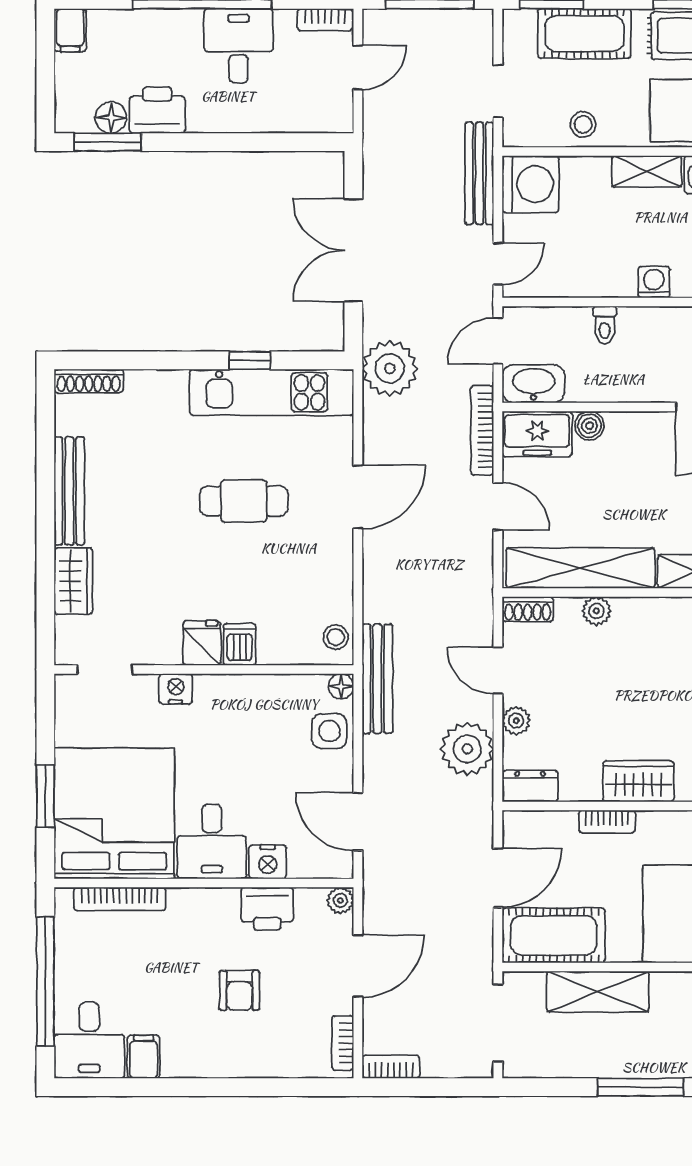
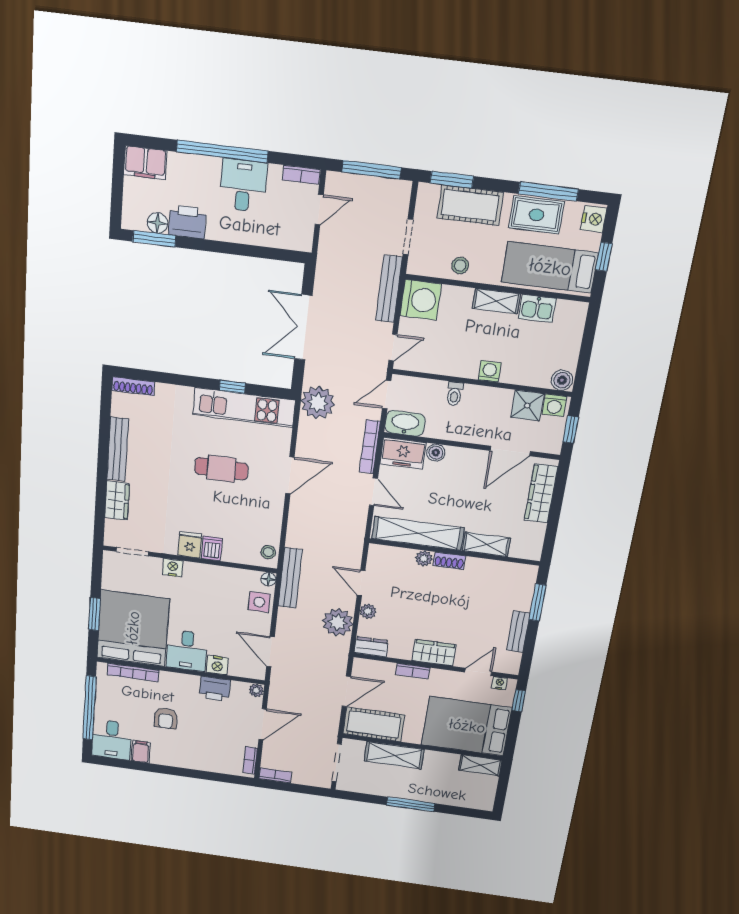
filing cabinet: (70, 30) -> (145, 163), width x2.00
shoe rack: (528, 609) -> (449, 561), moved
armchair: (239, 990) -> (166, 718), moved

